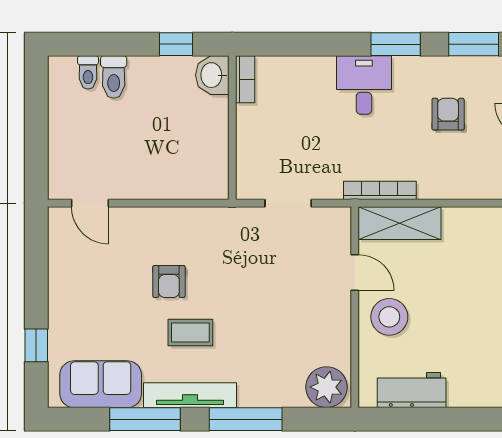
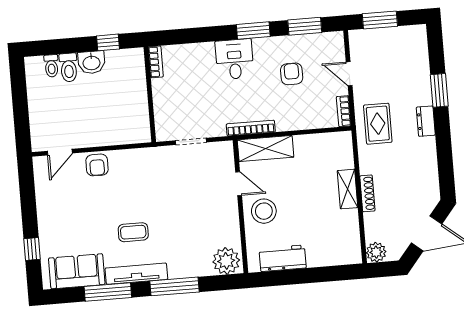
washbasin: (212, 75) -> (91, 62), moved, turned -90
door: (90, 203) -> (60, 152), hinge flipped
armchair: (169, 281) -> (97, 165), moved

